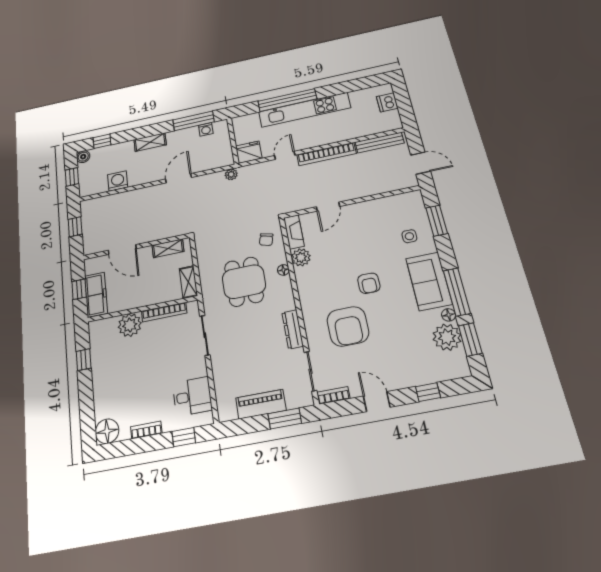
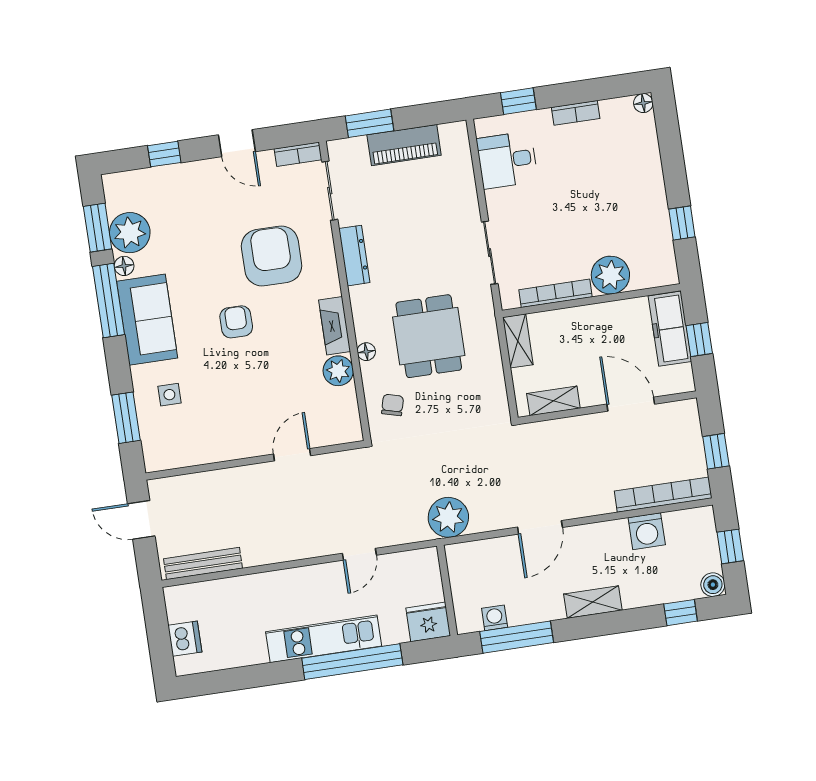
kitchen unit: (304, 110) -> (324, 639), width x0.73
fridge: (249, 152) -> (428, 622), moved, turned 180
bookcase: (326, 154) -> (663, 495), moved
plant: (231, 174) -> (448, 517), width x1.88, depth x1.88
fireplace: (294, 232) -> (335, 326), moved
floor lamp: (107, 431) -> (643, 103), width x0.53, depth x0.53

